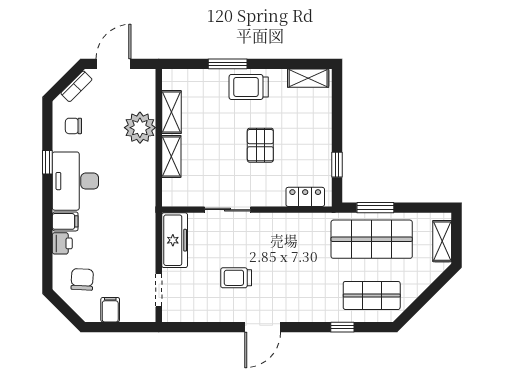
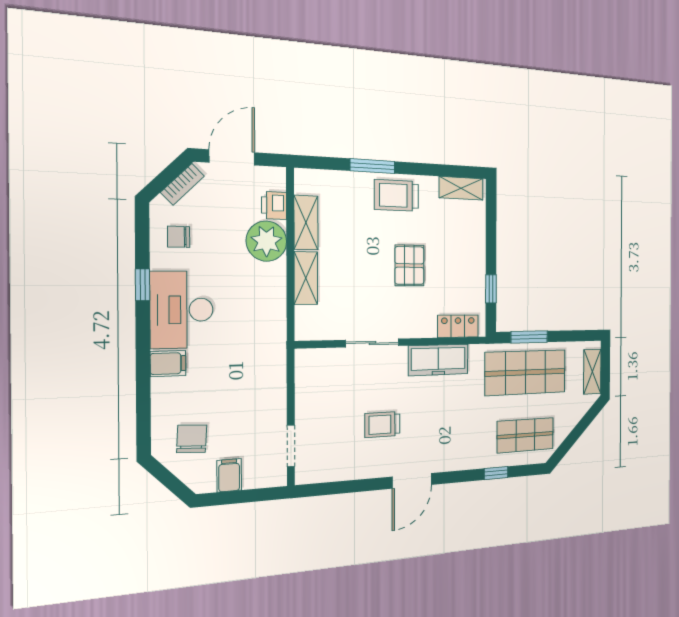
freezer: (175, 240) -> (438, 360), moved, turned 90
printer: (62, 243) -> (274, 205), moved, turned 180

